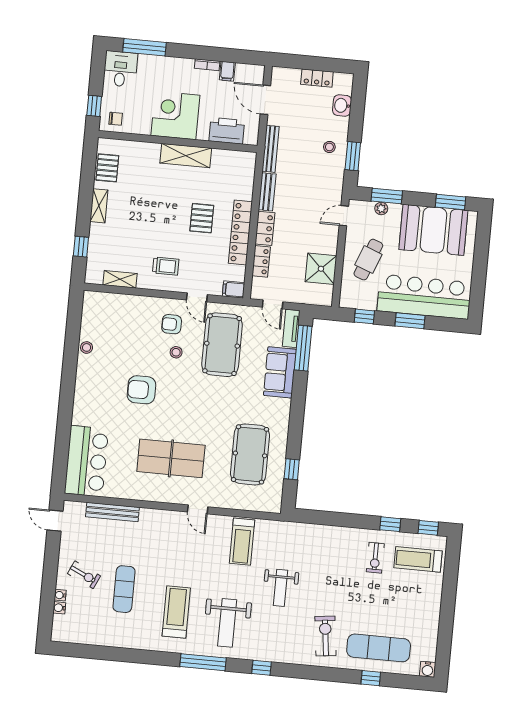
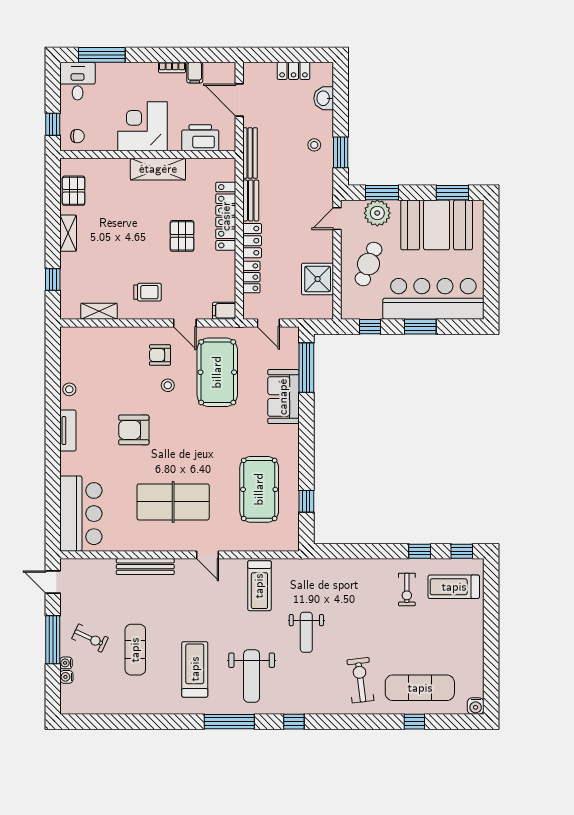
plant: (381, 209) -> (377, 213), width x1.87, depth x1.87
locker: (240, 233) -> (226, 216), moved
tv unit: (291, 328) -> (68, 431), moved, turned 180
bench: (112, 512) -> (145, 567), moved
window: (50, 573) -> (53, 640), added

